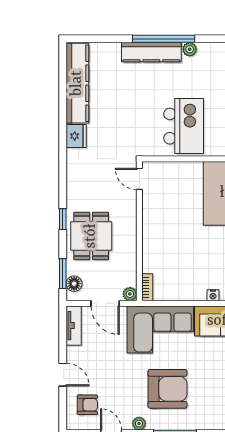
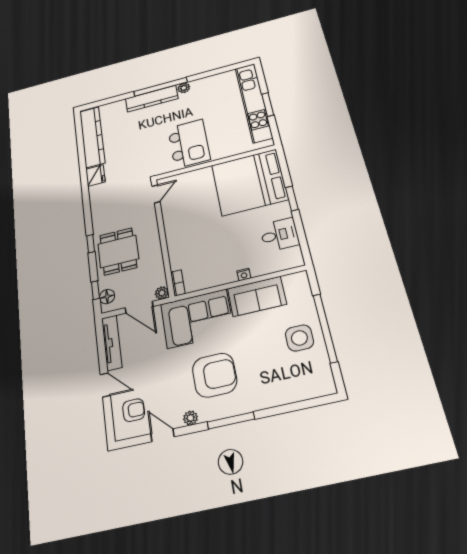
door: (139, 179) -> (156, 194), swing flipped
window: (63, 274) -> (95, 290), width x0.67
tv unit: (74, 326) -> (112, 343), width x1.41

